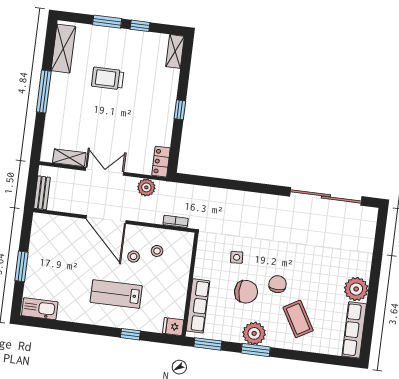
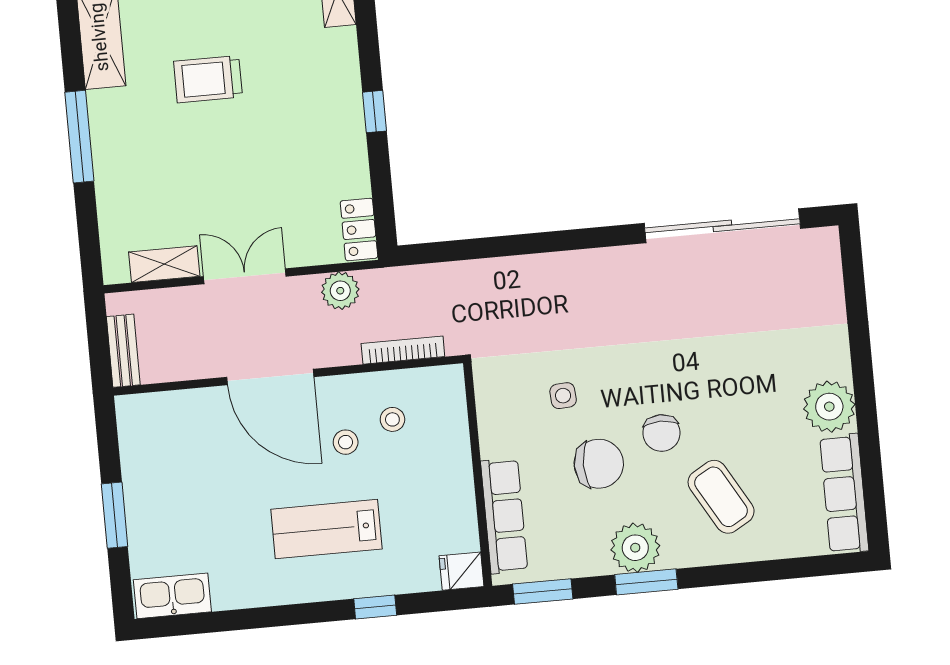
bookcase: (176, 221) -> (403, 350), width x1.56
chair: (278, 284) -> (661, 433), turned 180

